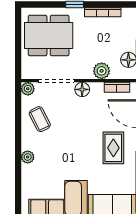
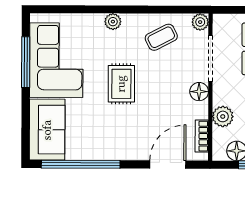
rug: (113, 148) -> (121, 84), moved, turned 90

